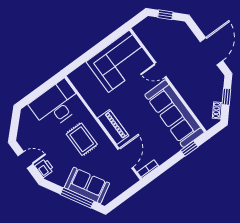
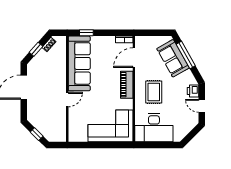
corner sofa: (119, 61) -> (111, 126), moved
door: (160, 70) -> (67, 100), hinge flipped

